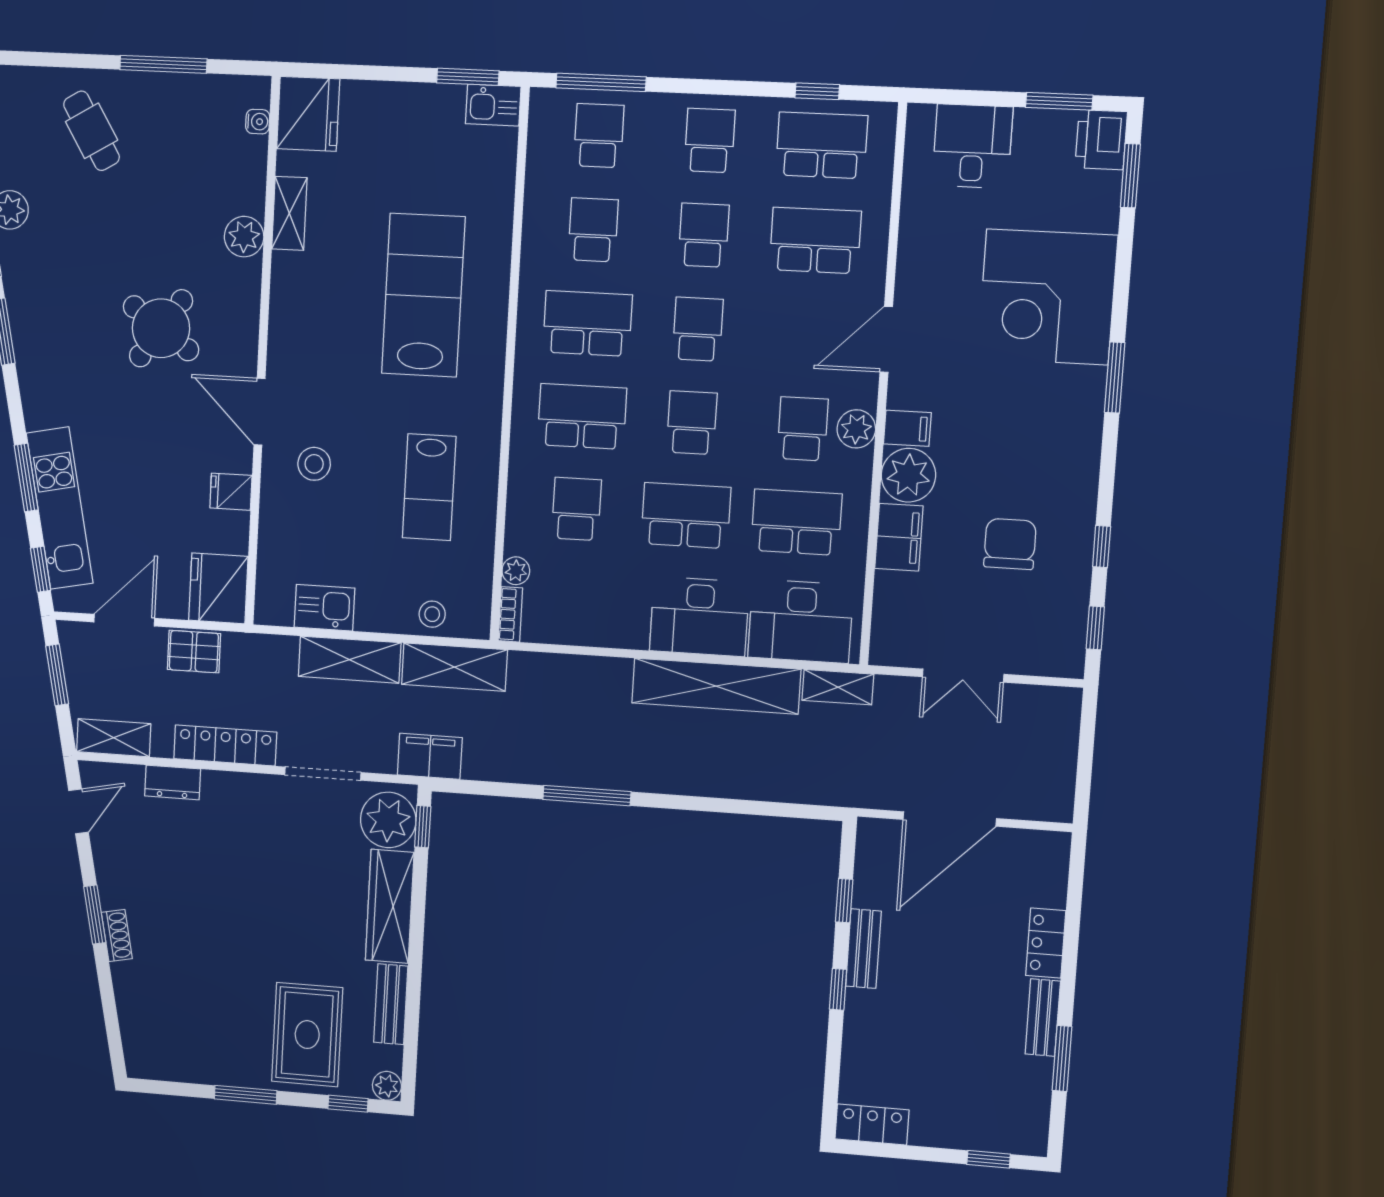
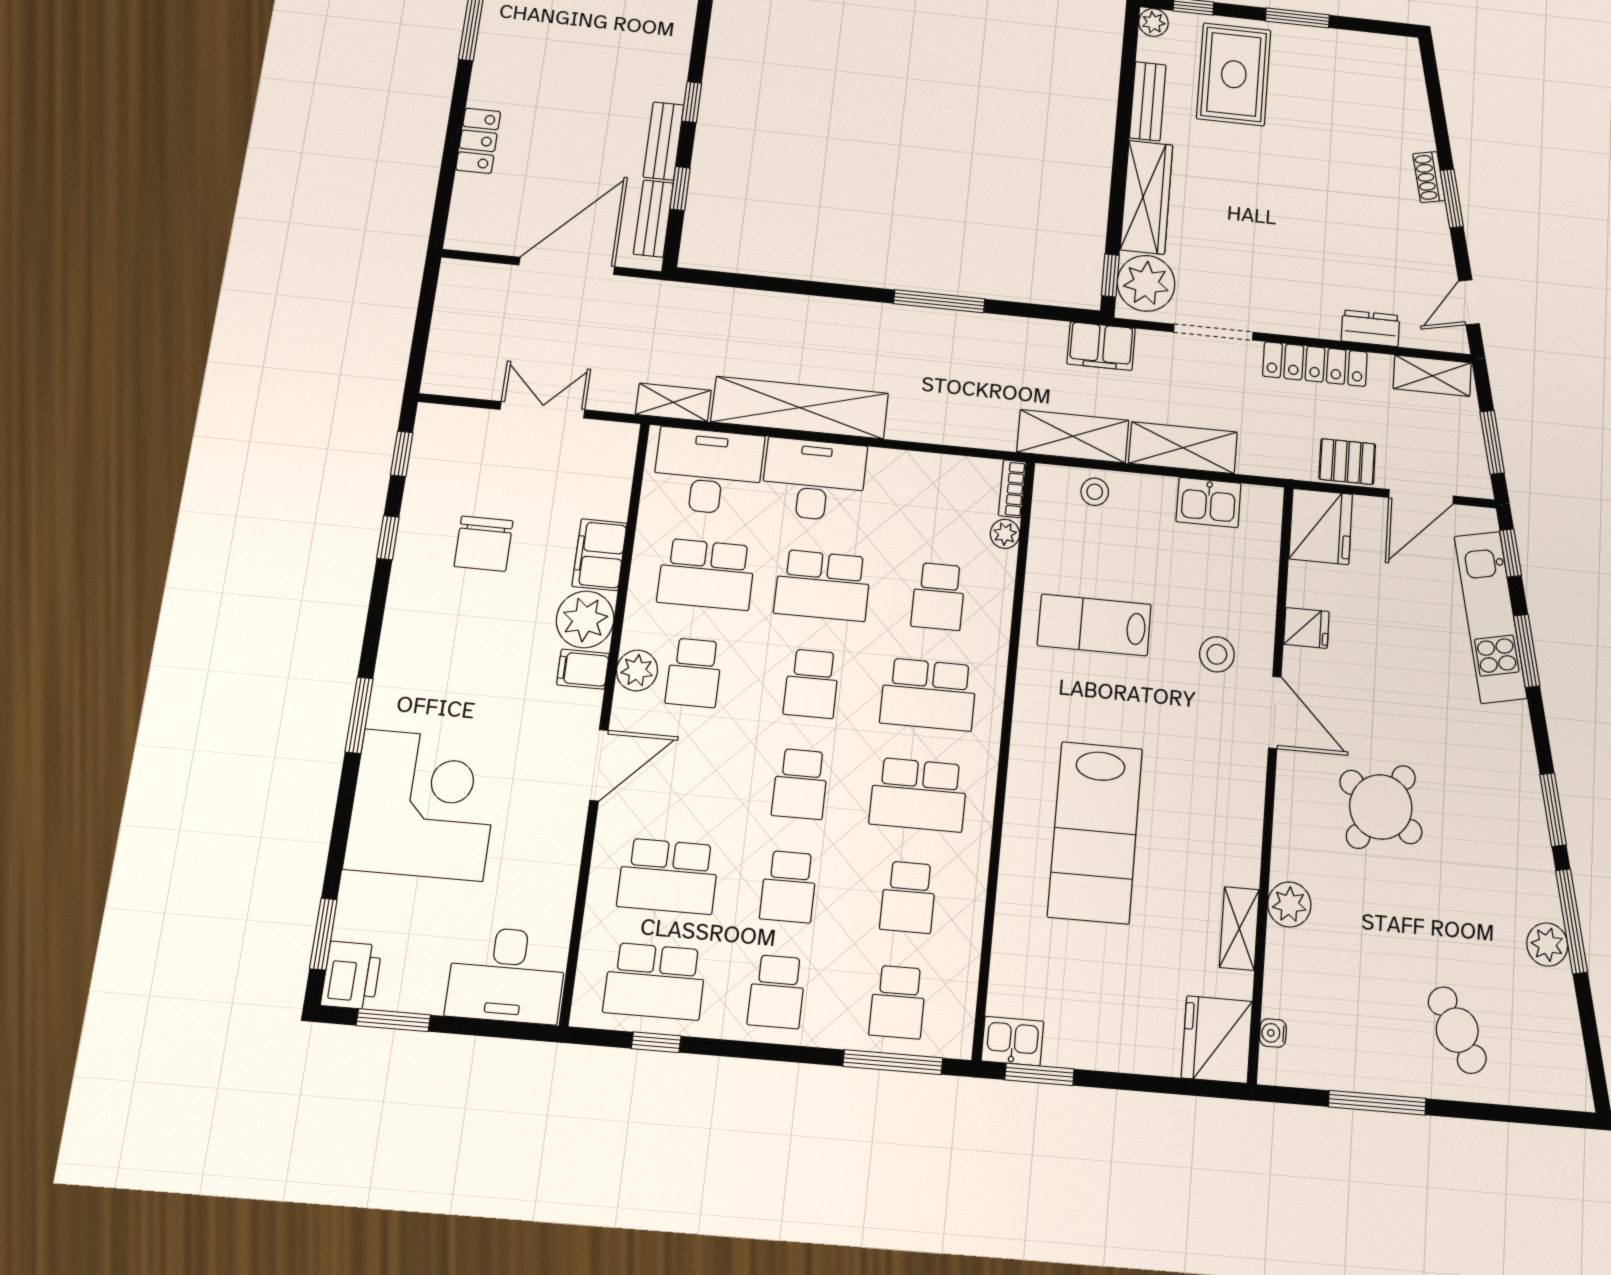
desk: (972, 146) -> (507, 975), width x1.37
lab bench: (429, 487) -> (1094, 625), turned -90
bench: (1043, 1018) -> (653, 219), moved

